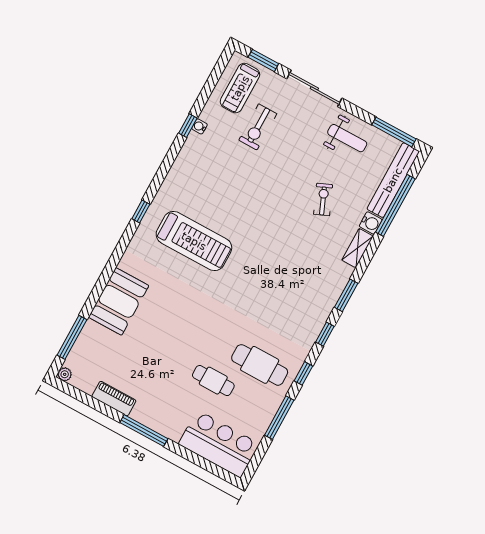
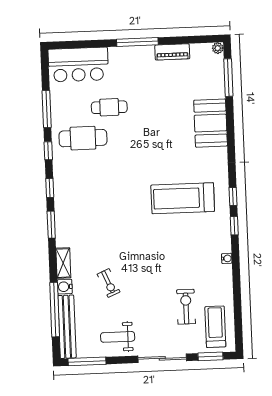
window: (188, 126) -> (234, 226), moved
water cooler: (199, 126) -> (227, 258), moved

